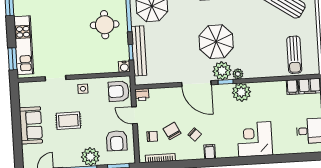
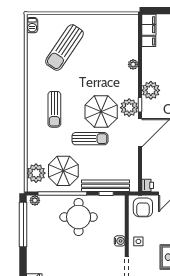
round table: (105, 25) -> (79, 217), width x1.36, depth x1.36
sun lounger: (294, 55) -> (90, 139), moved
water cooler: (124, 67) -> (120, 241), moved
plant: (238, 74) -> (133, 64), moved

